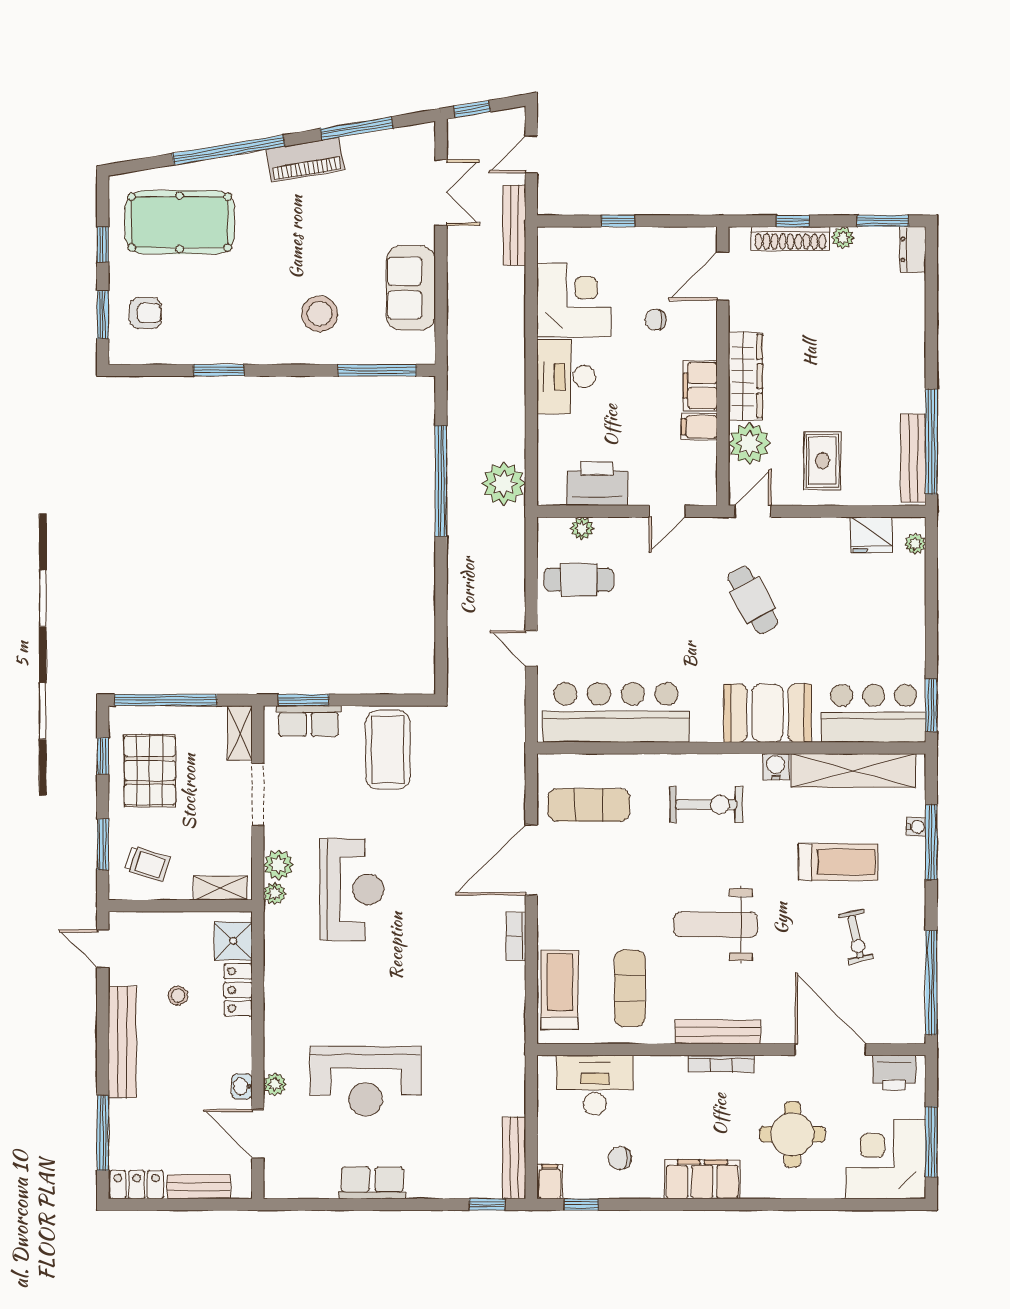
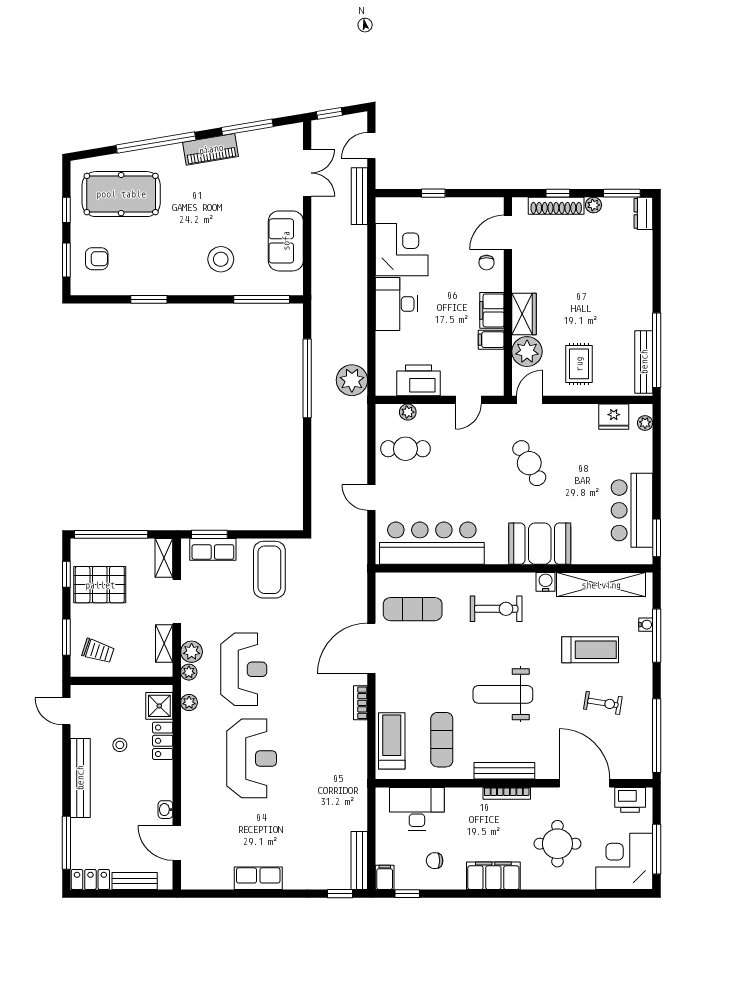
chair: (656, 320) -> (487, 263), moved, turned -90
wardrobe: (745, 376) -> (524, 314), width x0.67
bar counter: (874, 713) -> (632, 510), moved, turned -90
pallet: (150, 771) -> (100, 585), turned 90
shelving: (221, 888) -> (164, 644), moved, turned 90
exercise bike: (856, 937) -> (603, 703), turned -69
reception desk: (366, 1081) -> (252, 758), moved, turned -90
plant: (275, 1084) -> (189, 703), moved

